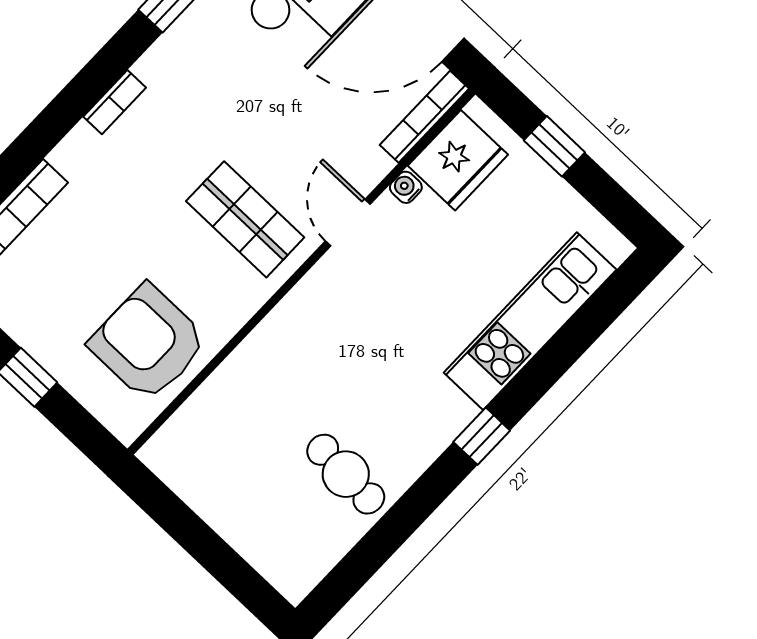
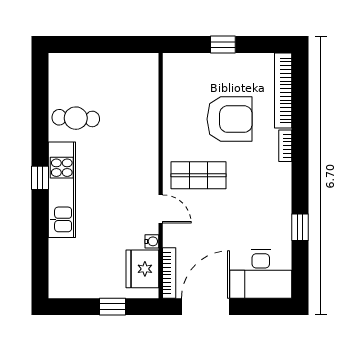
bookcase: (115, 102) -> (285, 146), moved
kitchen unit: (530, 321) -> (62, 190), moved
armchair: (148, 343) -> (230, 119), moved

